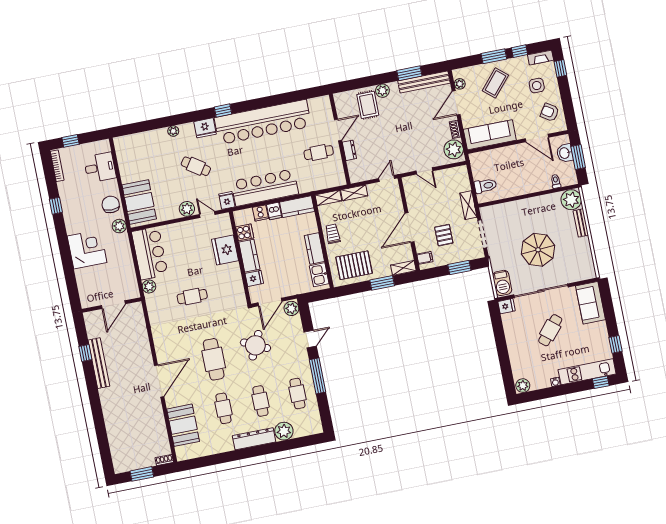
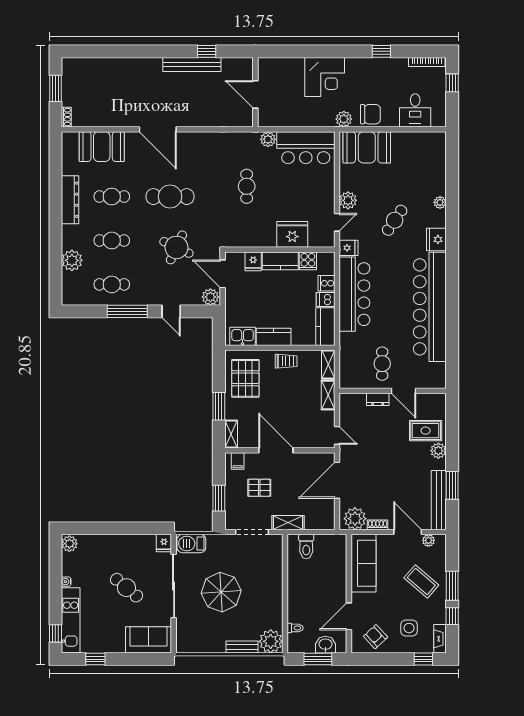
window: (223, 110) -> (452, 264), removed
armchair: (550, 112) -> (376, 637), turned -76
door: (424, 171) -> (337, 480), width x1.87
dresser: (254, 439) -> (70, 200), moved

